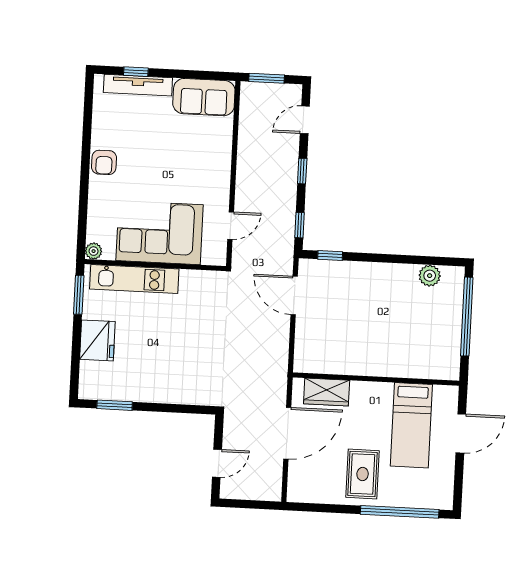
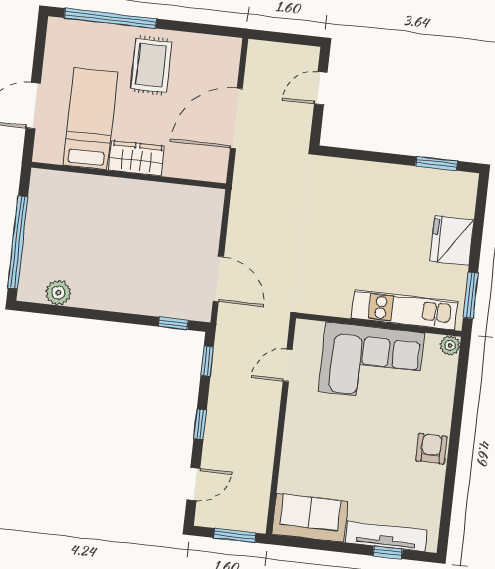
wardrobe: (327, 392) -> (137, 158), moved

